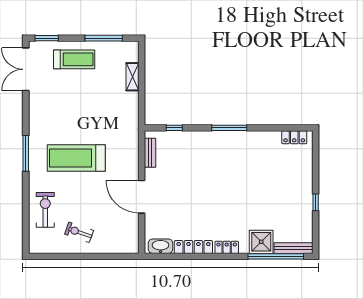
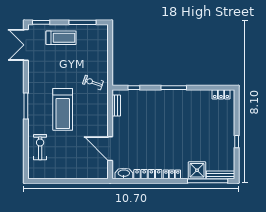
shelving: (133, 77) -> (104, 50), removed
treadmill: (76, 158) -> (63, 109), turned -90
door: (142, 197) -> (110, 149), moved
exercise bike: (79, 232) -> (93, 82), moved

